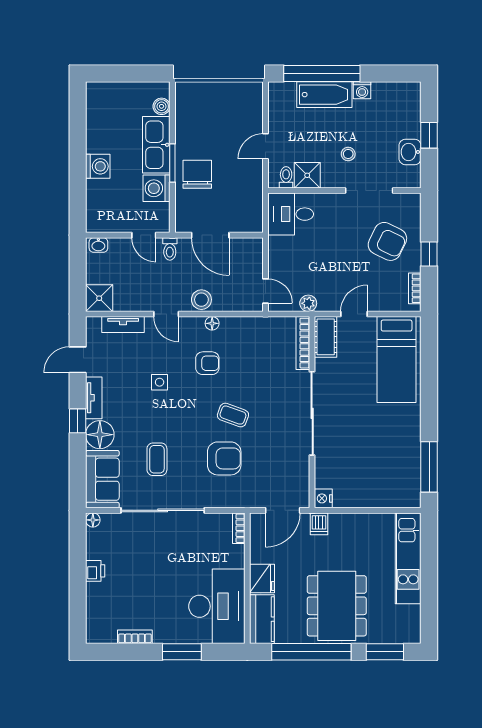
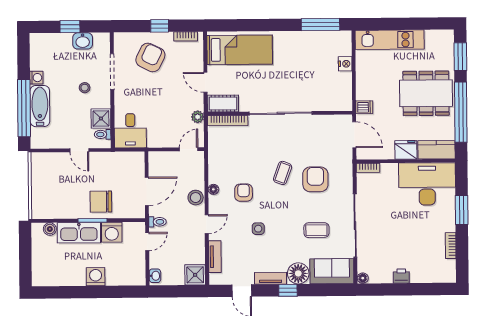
nightstand: (323, 498) -> (345, 64), moved, turned -90

